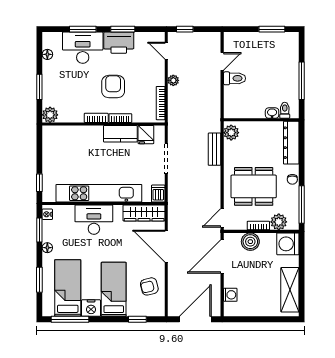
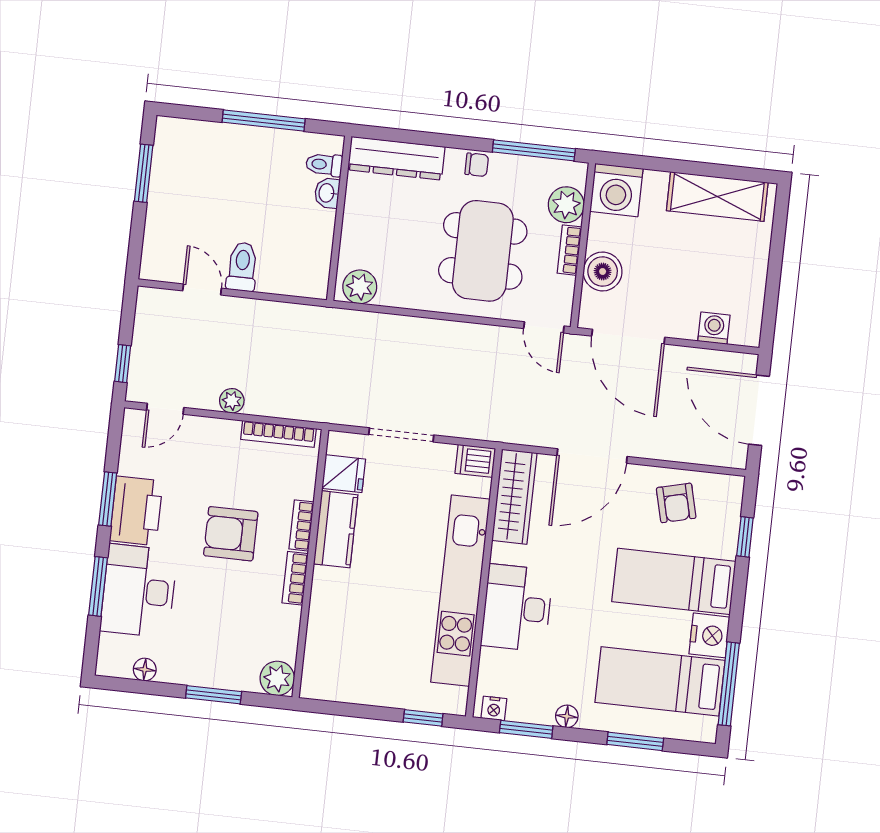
bench: (215, 149) -> (392, 327), removed

